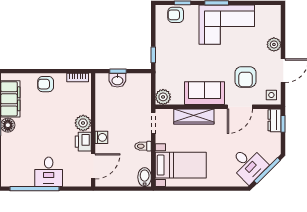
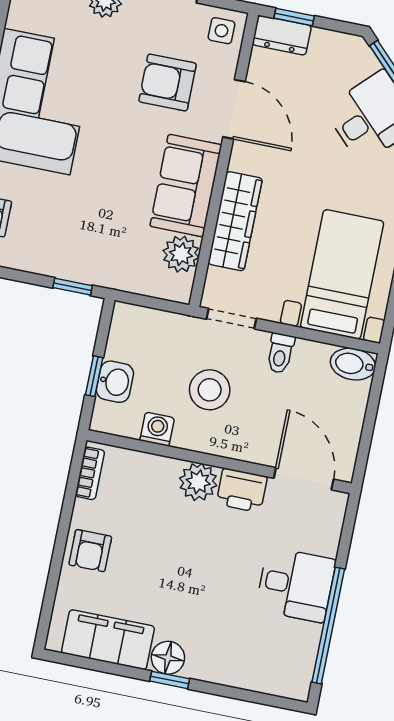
armchair: (245, 77) -> (168, 82), turned 180
plant: (163, 97) -> (181, 254), moved
stool: (122, 120) -> (210, 390), added
washing machine: (101, 137) -> (157, 429), moved

